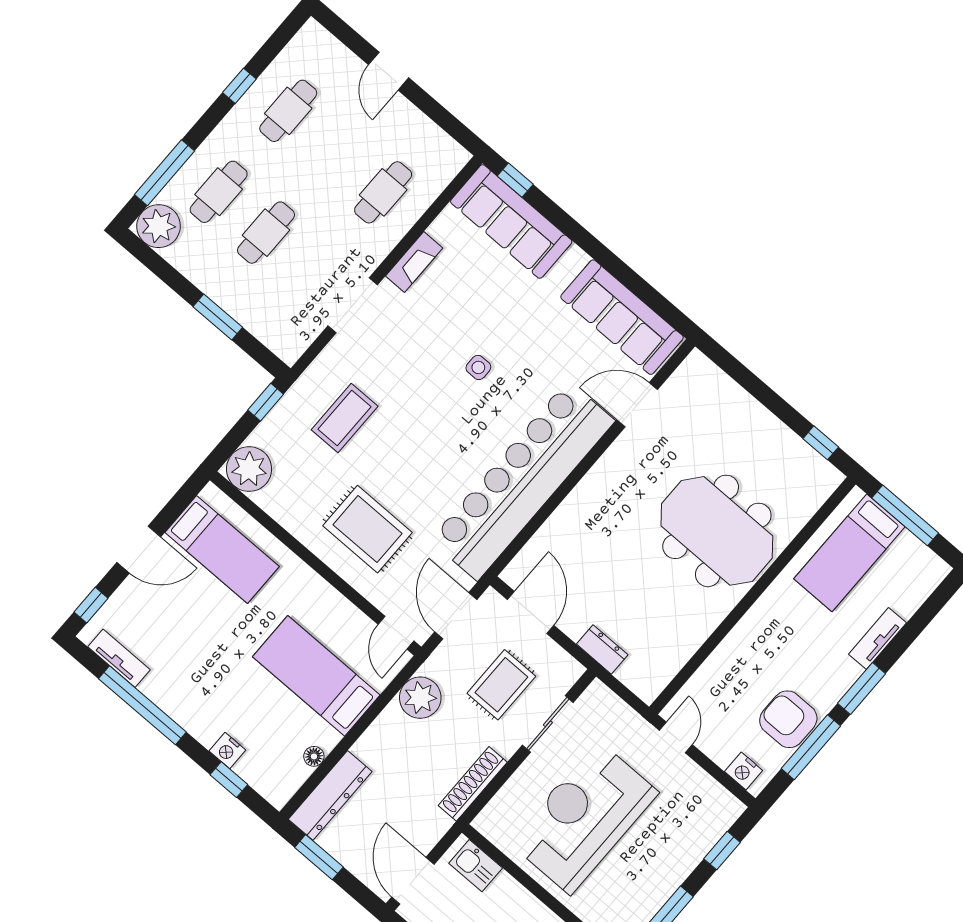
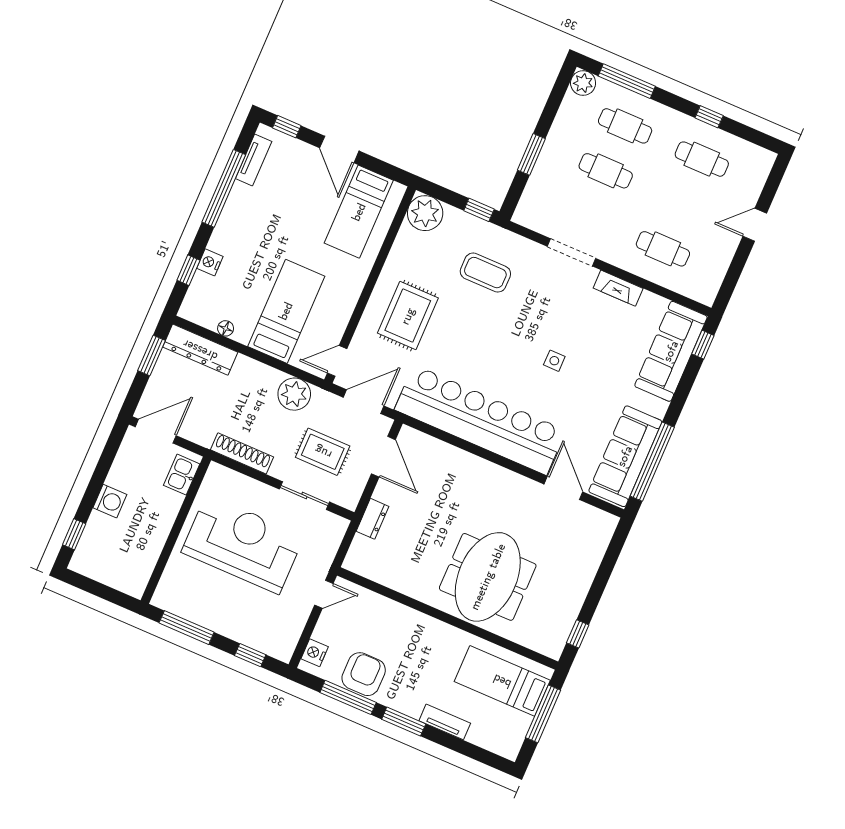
plant: (159, 226) -> (583, 83), width x0.73, depth x0.73
window: (639, 286) -> (652, 462), added
door: (531, 612) -> (383, 457), hinge flipped

